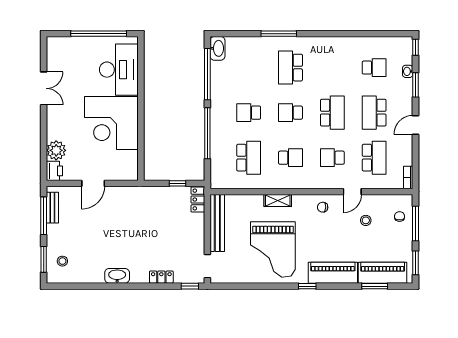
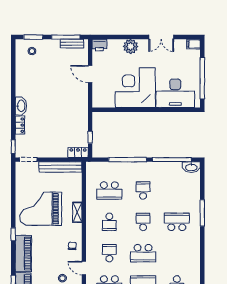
filing cabinet: (53, 45) -> (194, 44), added
plant: (56, 150) -> (131, 46), moved
washbasin: (117, 276) -> (21, 106), moved

